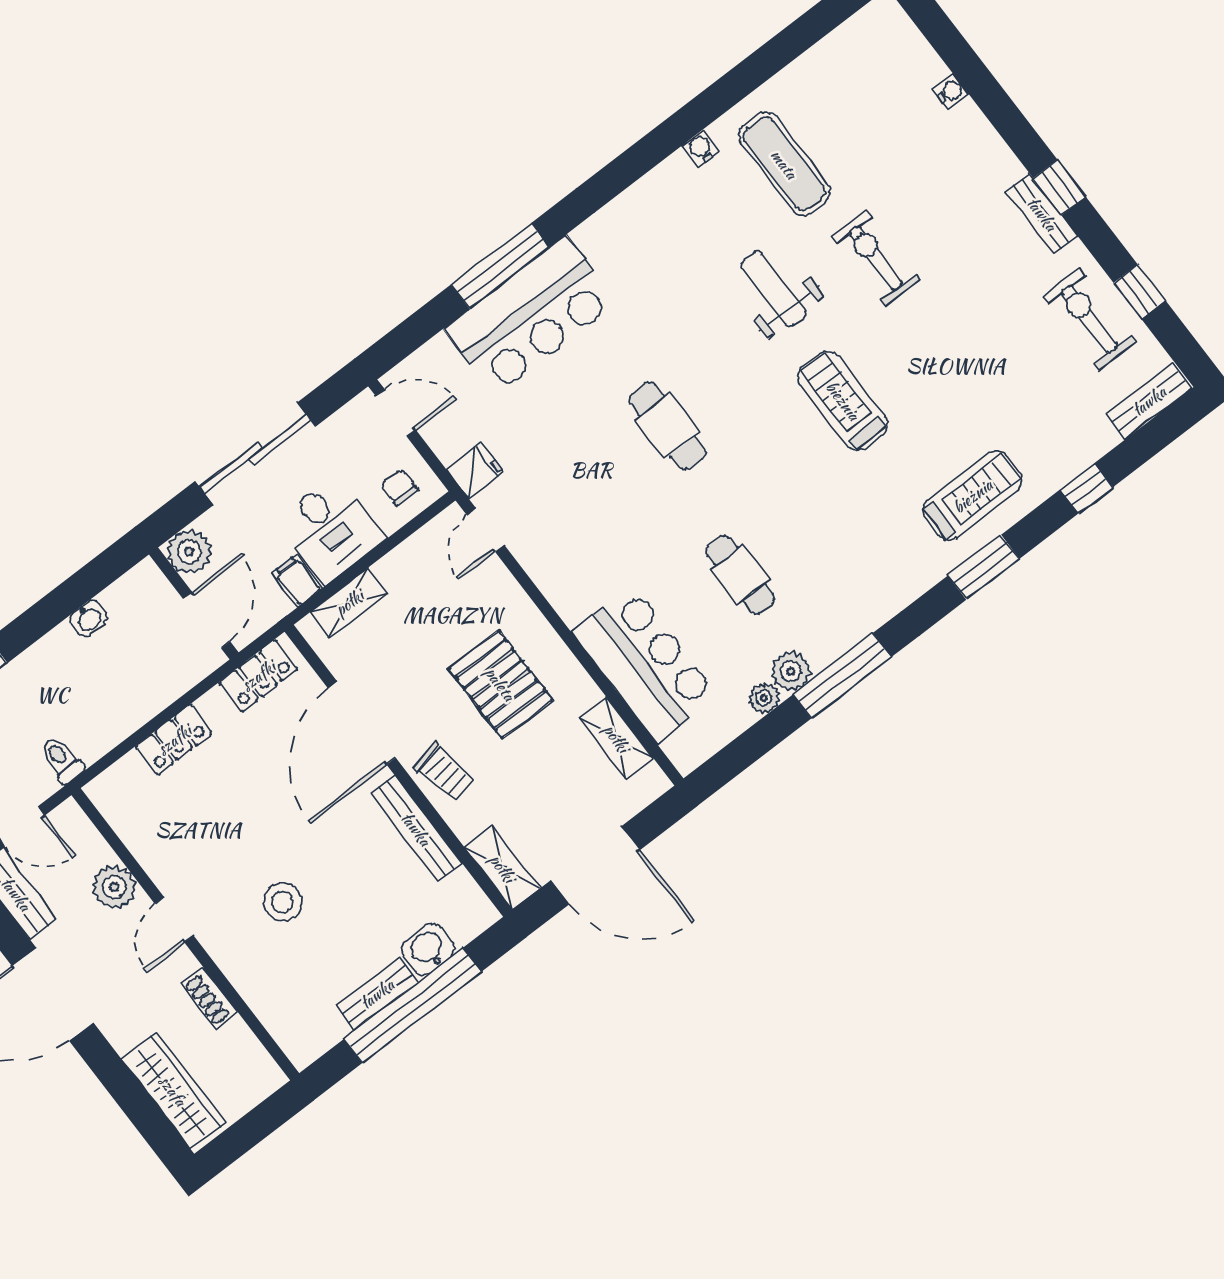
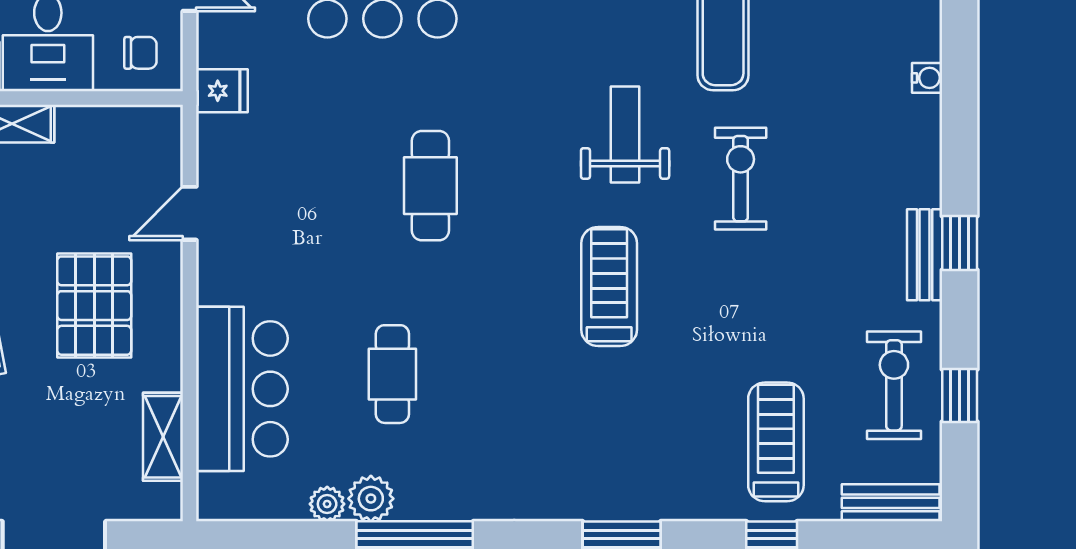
chair: (399, 487) -> (140, 53), turned 90
treadmill: (973, 496) -> (776, 442), moved, turned -90
door: (486, 530) -> (190, 213), moved

